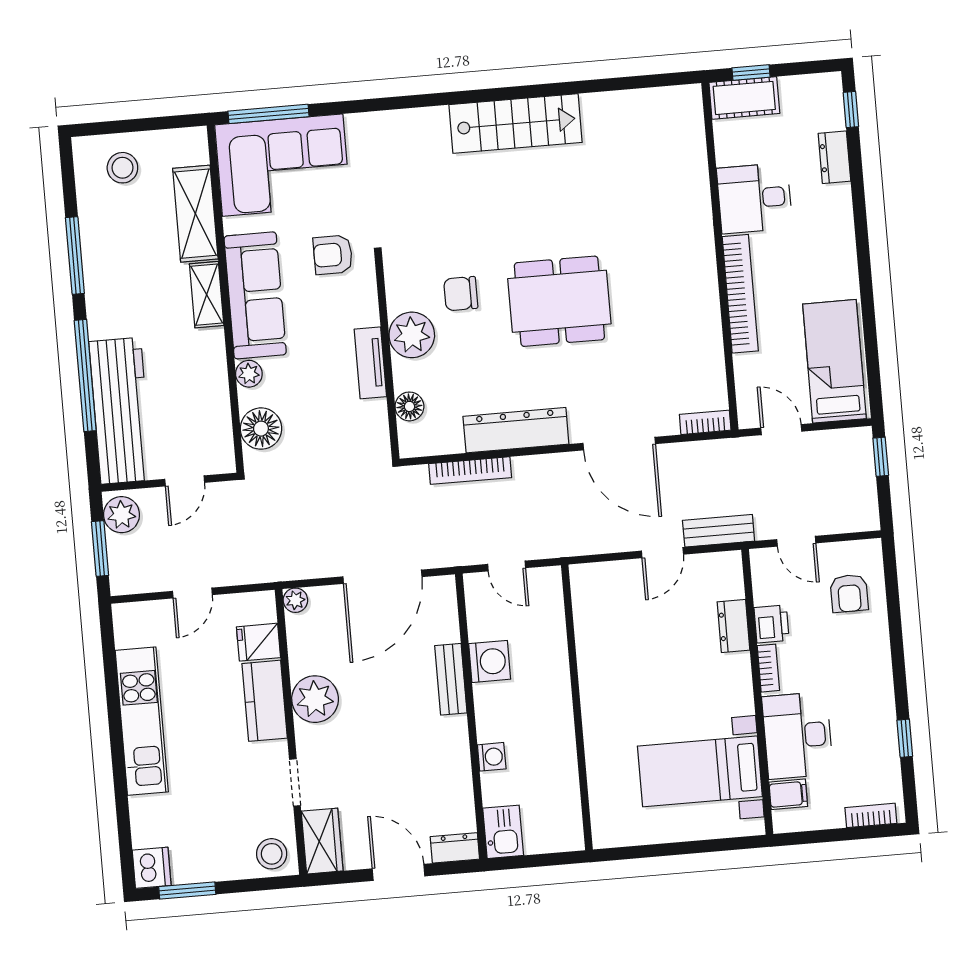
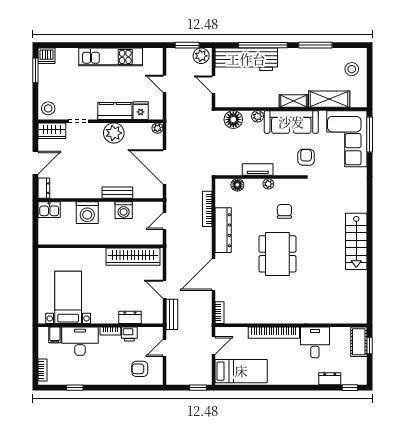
plant: (412, 335) -> (268, 184), width x0.53, depth x0.53
wardrobe: (594, 631) -> (133, 257), added
washing machine: (492, 757) -> (87, 213), width x1.89, depth x1.89

